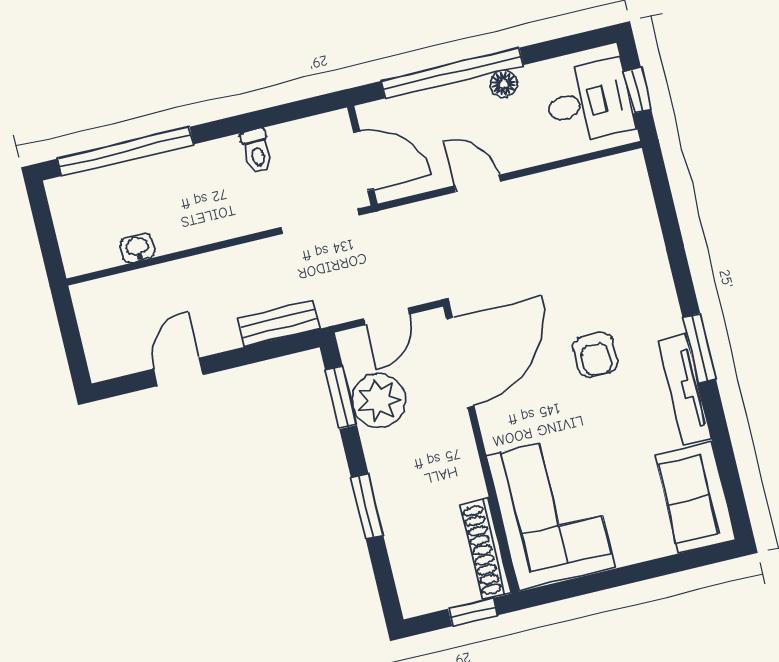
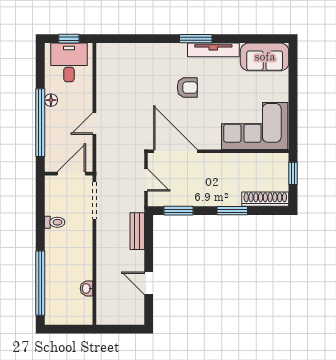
plant: (379, 401) -> (184, 193), removed
shoe rack: (486, 549) -> (265, 199), moved, turned 180

